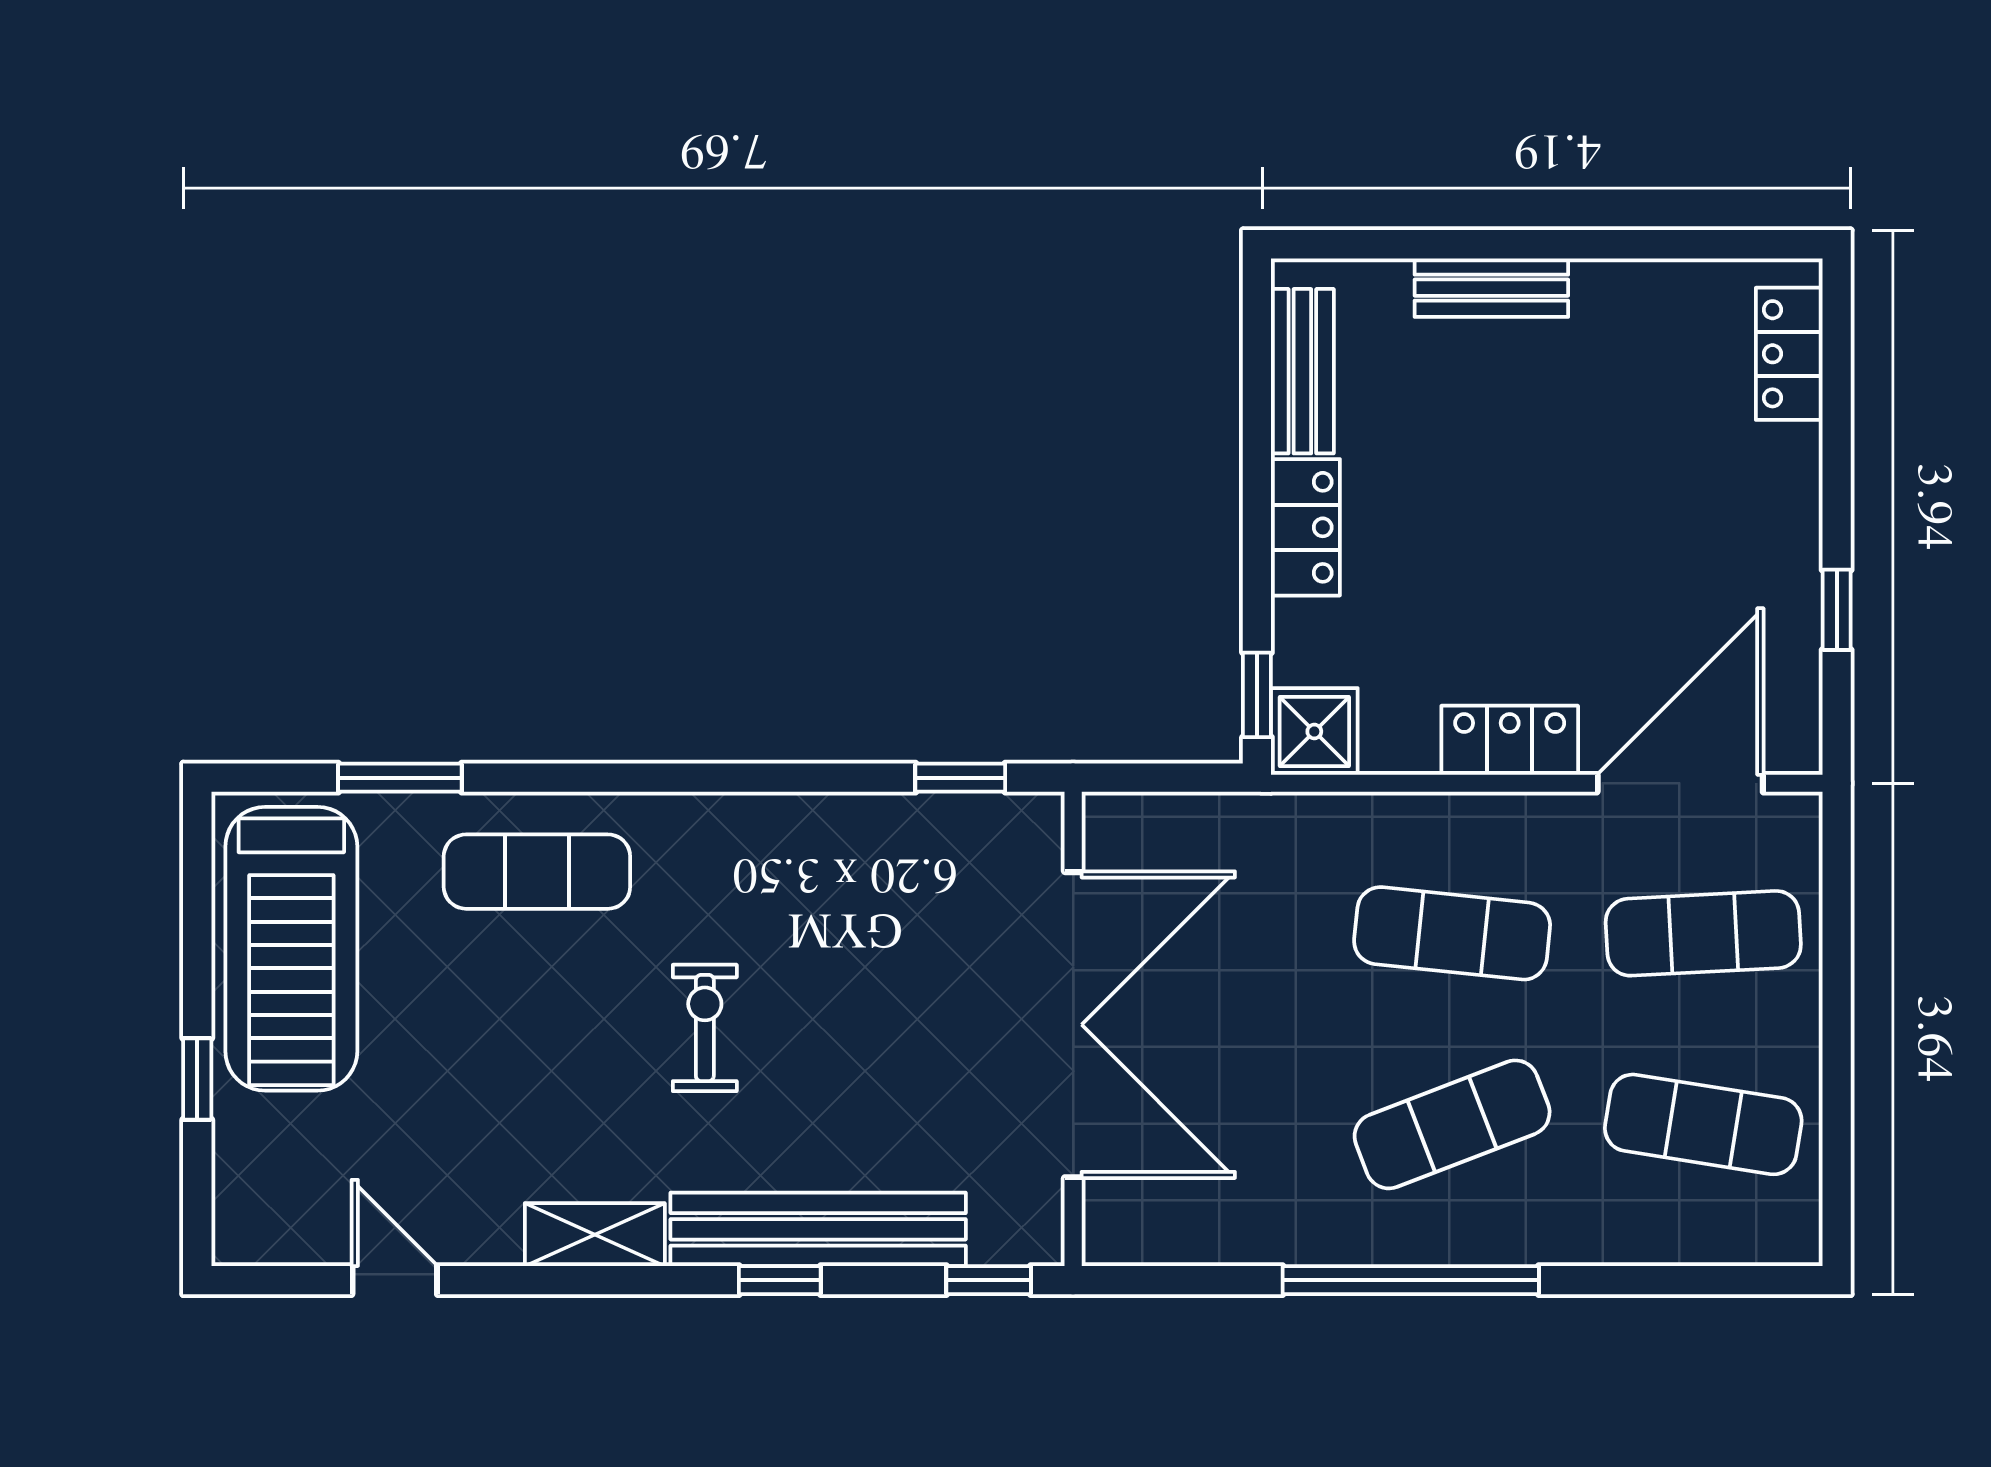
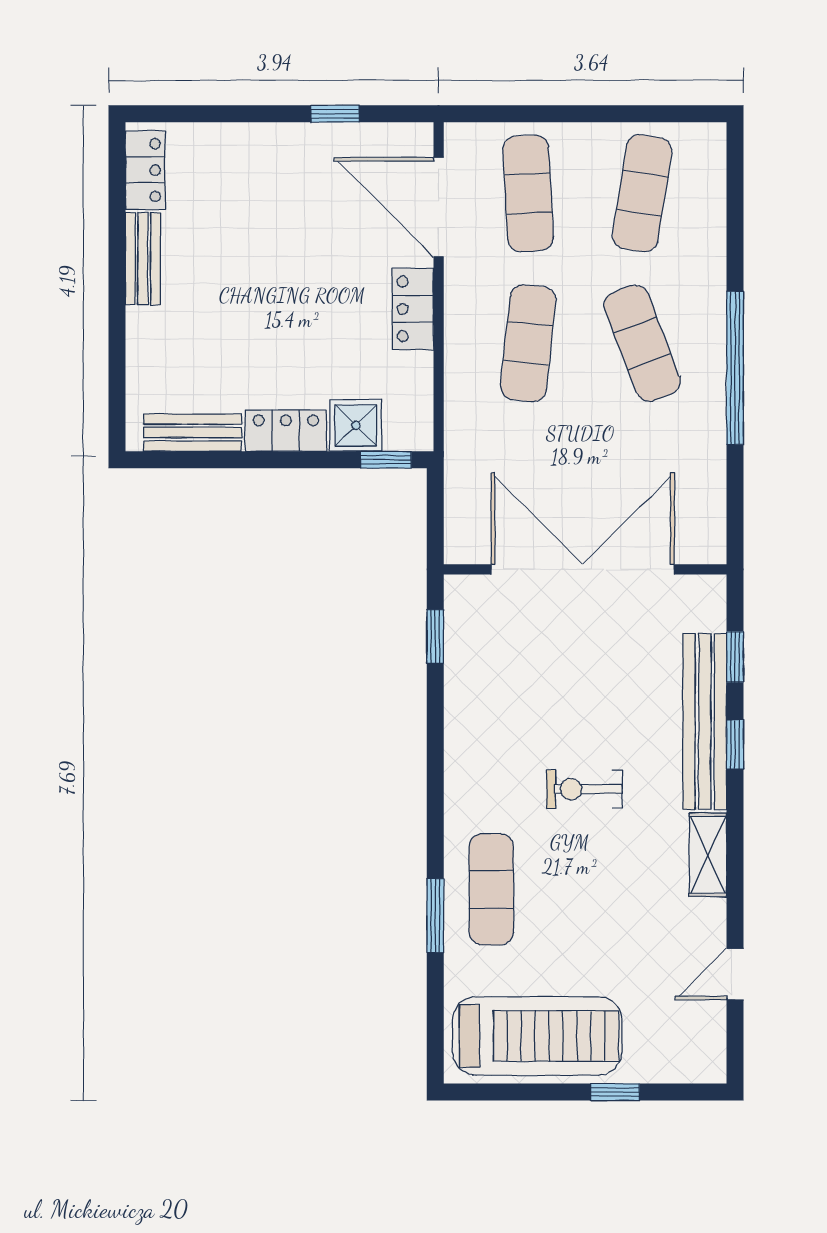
bench: (1491, 288) -> (143, 259), moved
locker: (1789, 354) -> (145, 170), moved, turned -90
shower: (1314, 731) -> (356, 425), moved
window: (400, 778) -> (435, 916), moved
window: (989, 1280) -> (735, 657), moved

